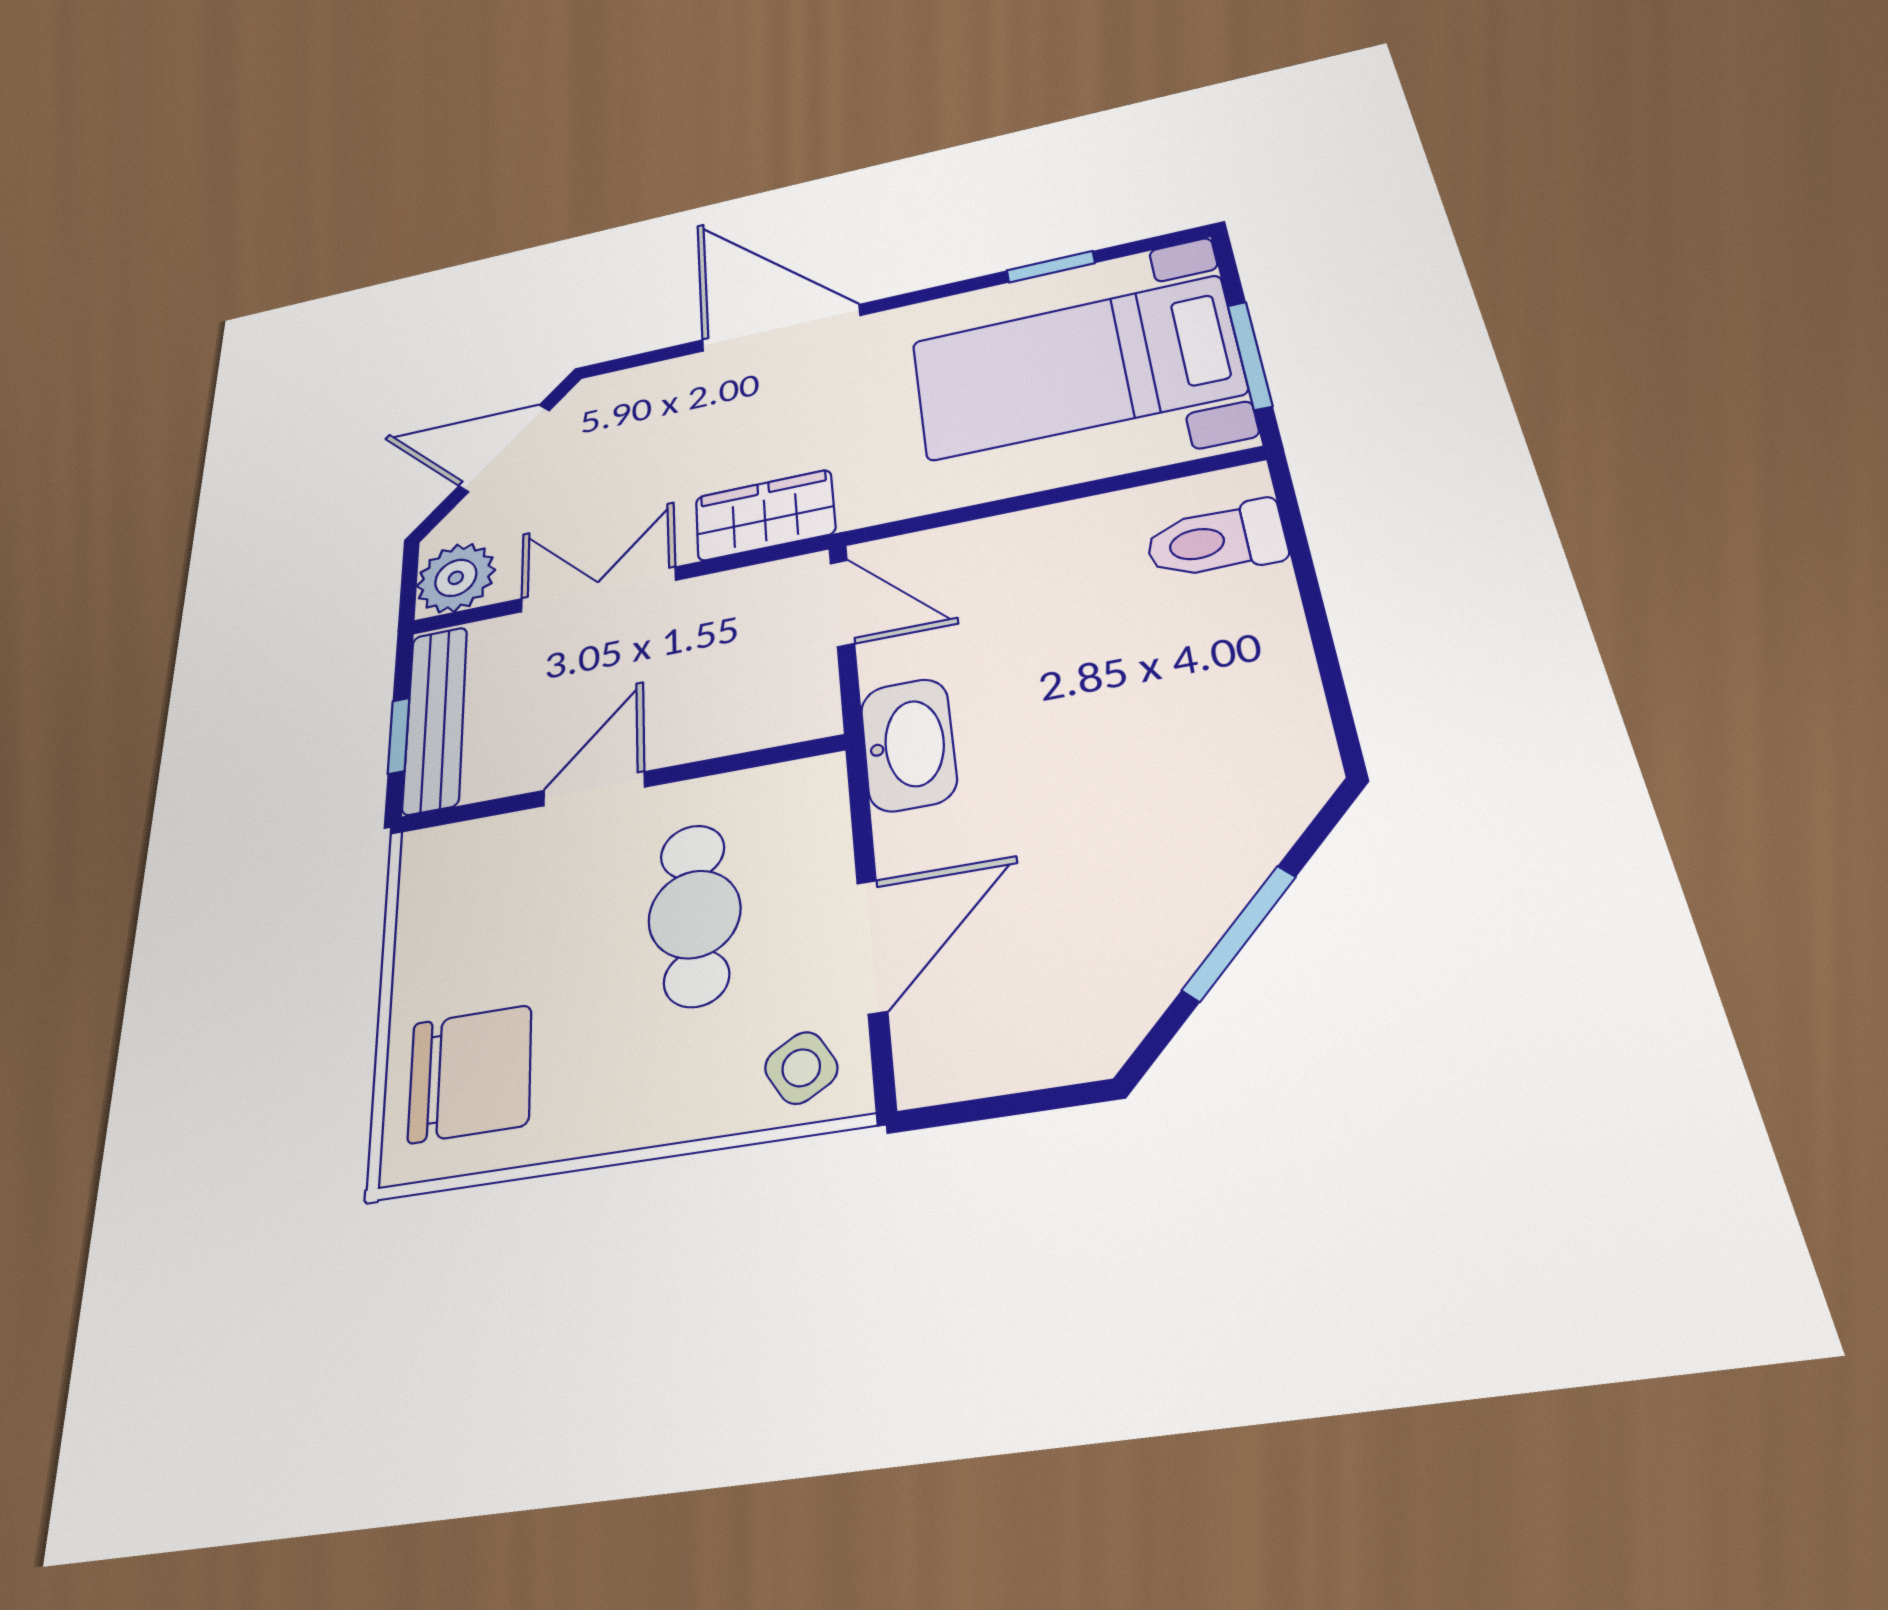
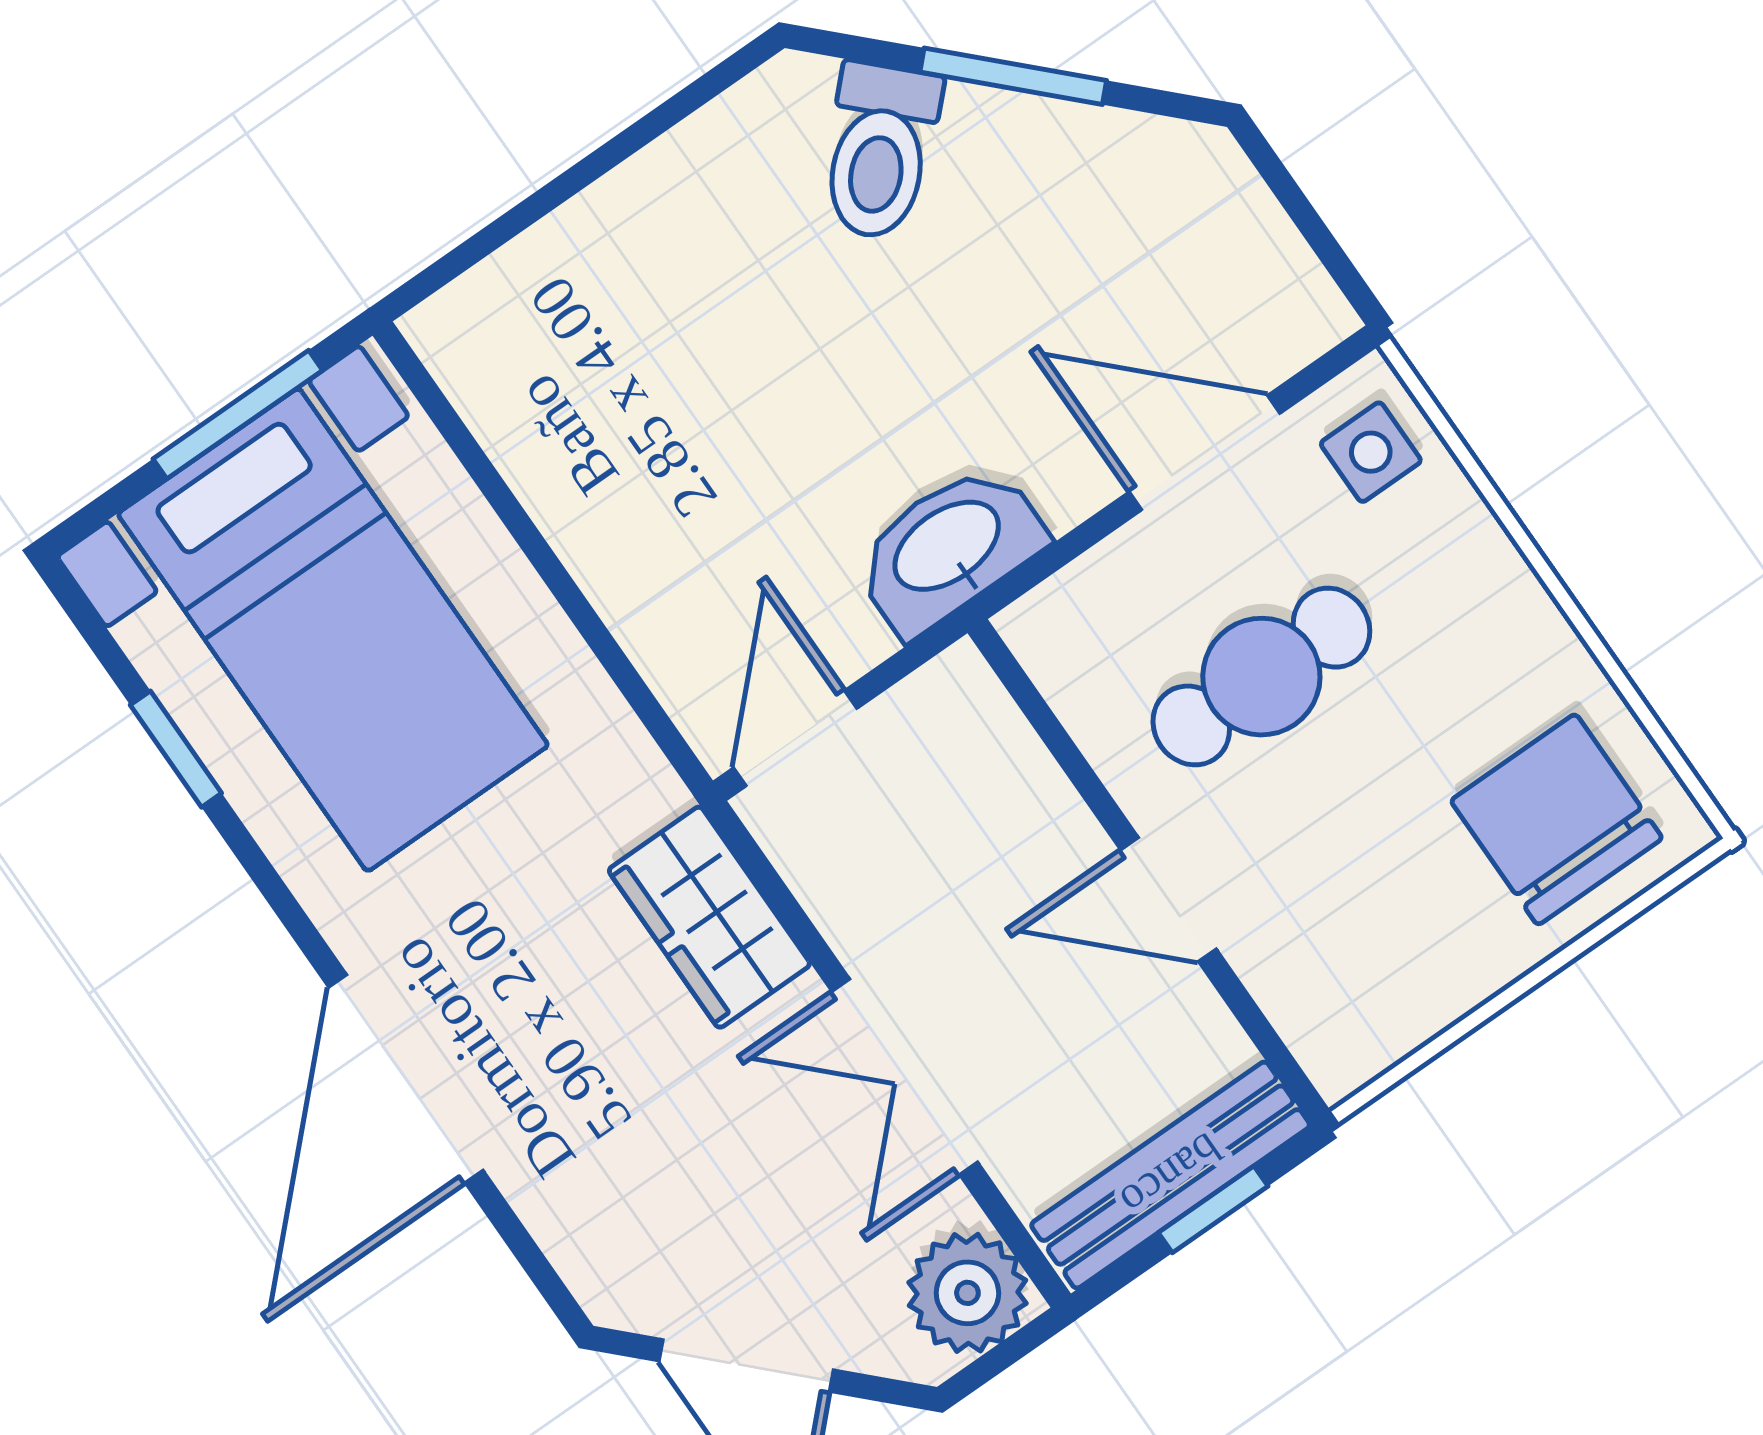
toilet: (1216, 540) -> (880, 151), moved, turned 45
side table: (801, 1068) -> (1371, 452), turned 30

